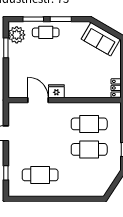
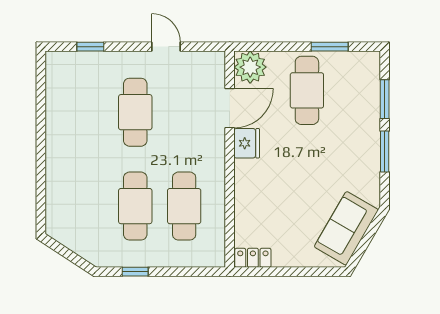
cafe table: (46, 32) -> (307, 90), moved, width x1.37, depth x1.35
plant: (17, 35) -> (250, 67), moved
cafe table: (40, 175) -> (135, 112), moved

